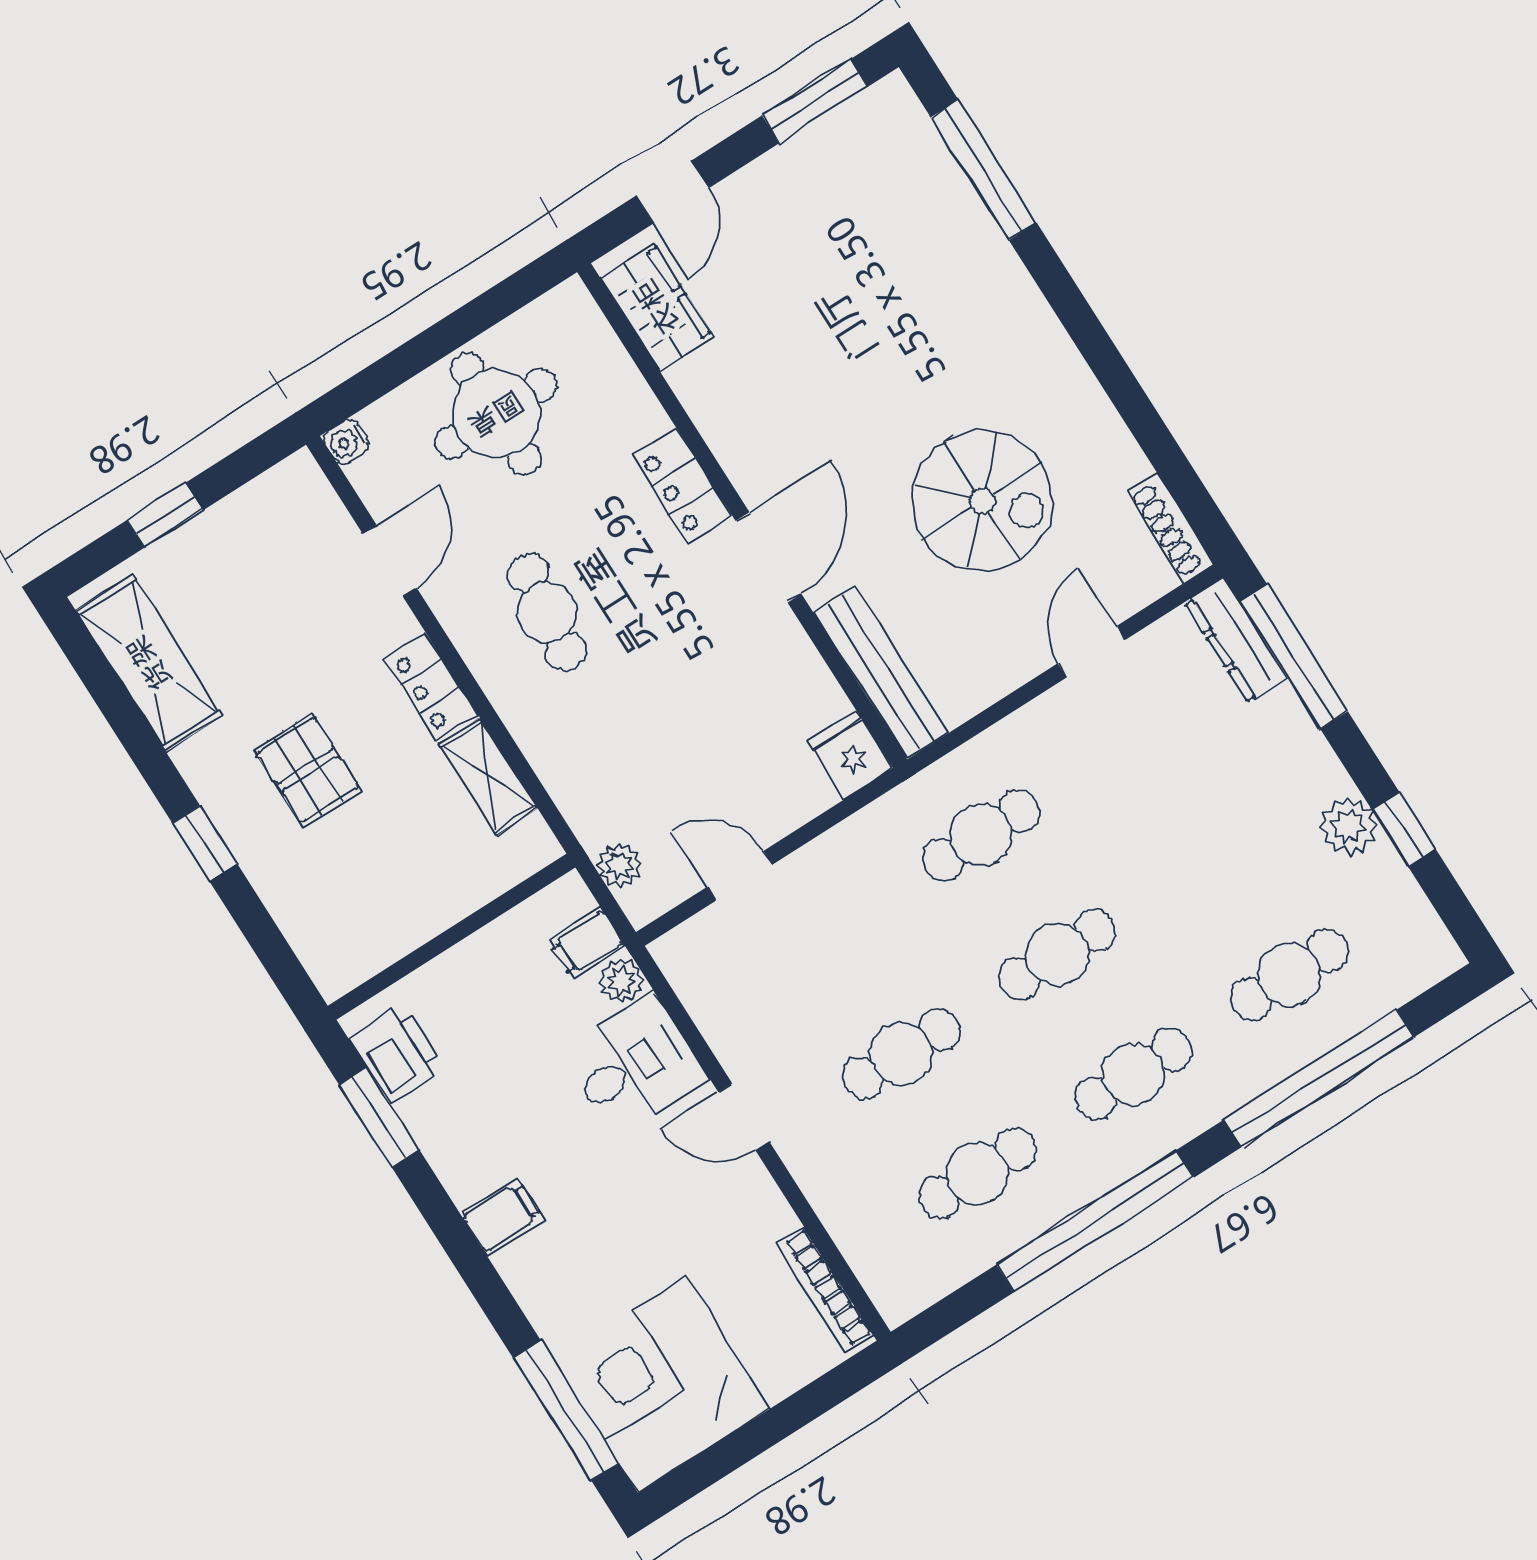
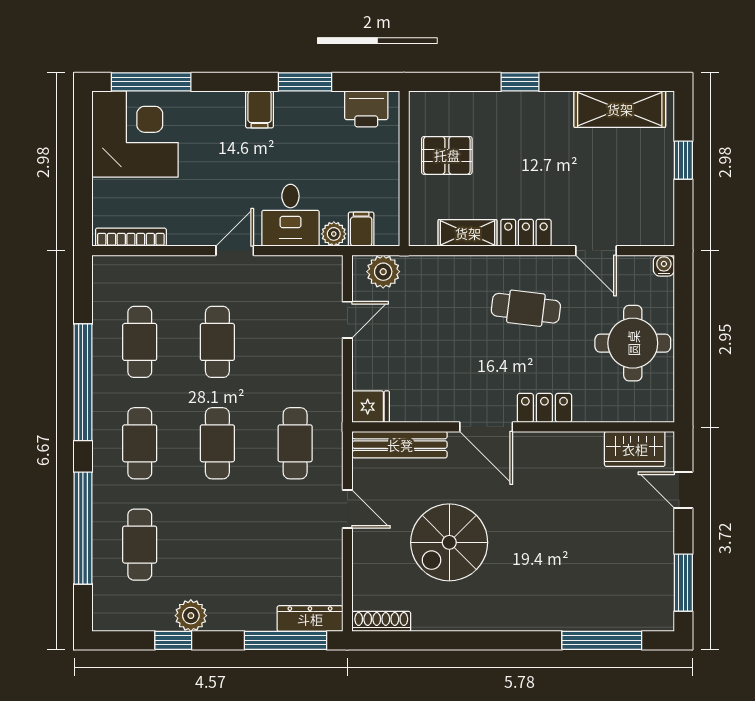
door: (1092, 652) -> (347, 509), moved
pallet: (308, 770) -> (447, 155), moved
plant: (619, 865) -> (383, 272), width x1.38, depth x1.38
window: (379, 1118) -> (305, 82), moved

